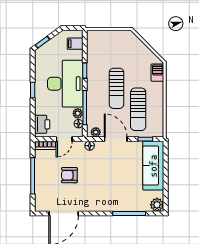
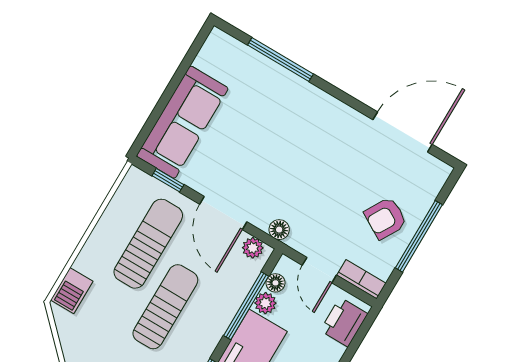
door: (64, 139) -> (319, 270), swing flipped
armchair: (69, 175) -> (386, 218), moved, turned 120
plant: (157, 205) -> (219, 45), removed

